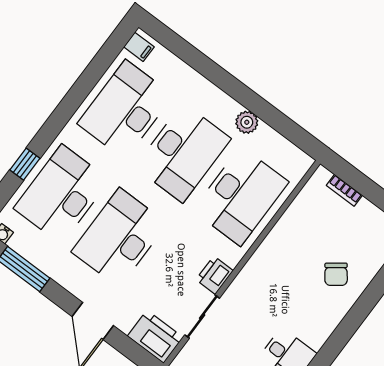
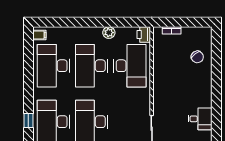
desk: (183, 153) -> (92, 66), turned 180
chair: (336, 274) -> (197, 57), moved
printer: (215, 275) -> (144, 35), moved

